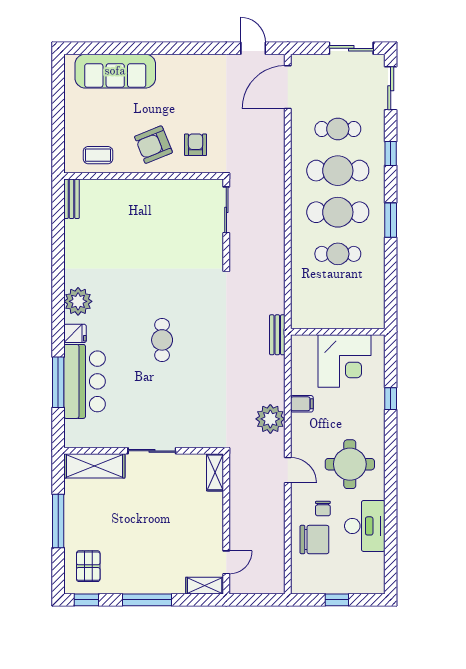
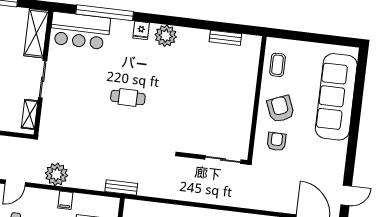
sofa: (115, 71) -> (336, 97), width x1.36, depth x1.27
armchair: (196, 145) -> (277, 142), turned -90
bench: (72, 199) -> (225, 38), moved
bar counter: (85, 381) -> (80, 31), moved
window: (58, 382) -> (105, 13), width x1.46
shelving: (215, 472) -> (30, 114), moved, turned 90

